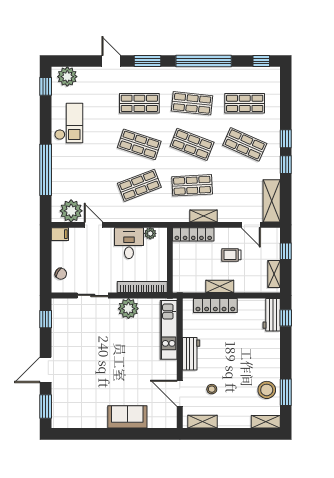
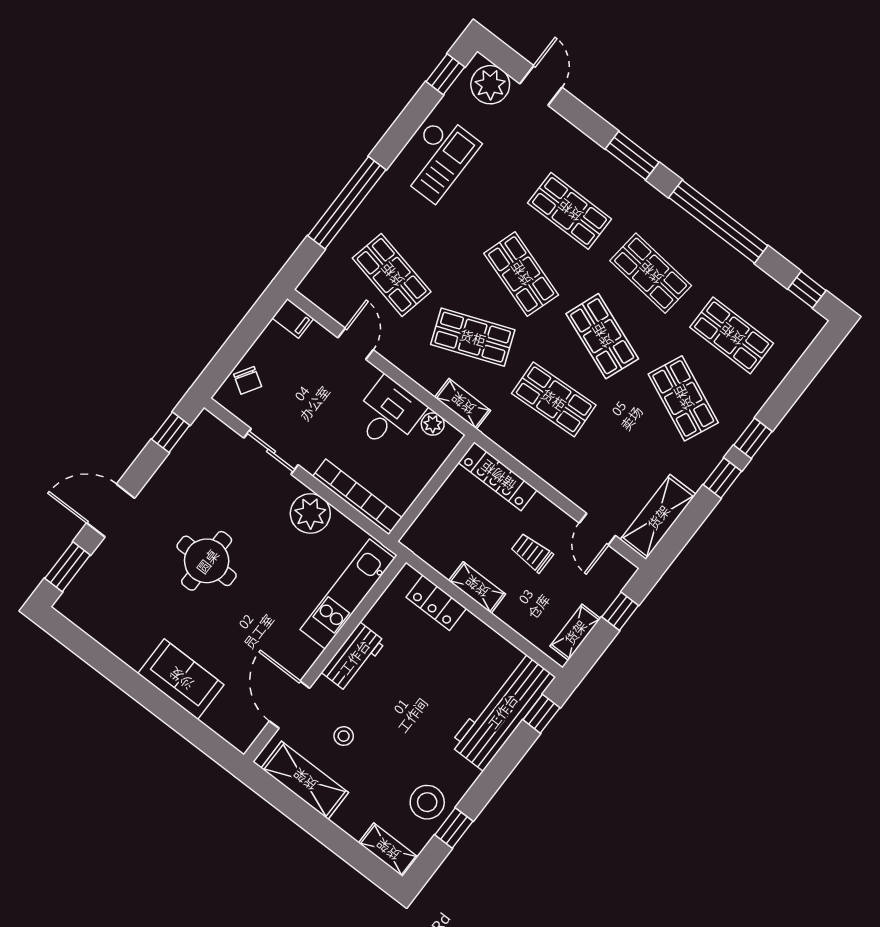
door: (111, 61) -> (541, 86), moved
shop shelf: (87, 185) -> (392, 275), added
plant: (71, 211) -> (338, 296), removed
shelving: (204, 216) -> (463, 404), moved
locker: (215, 305) -> (436, 603), width x0.66
workbench: (272, 315) -> (502, 711), width x1.88, depth x1.32
round table: (101, 360) -> (207, 561), added
window: (286, 392) -> (454, 828), width x0.67
shelving: (202, 422) -> (305, 780), width x1.50, depth x1.33

